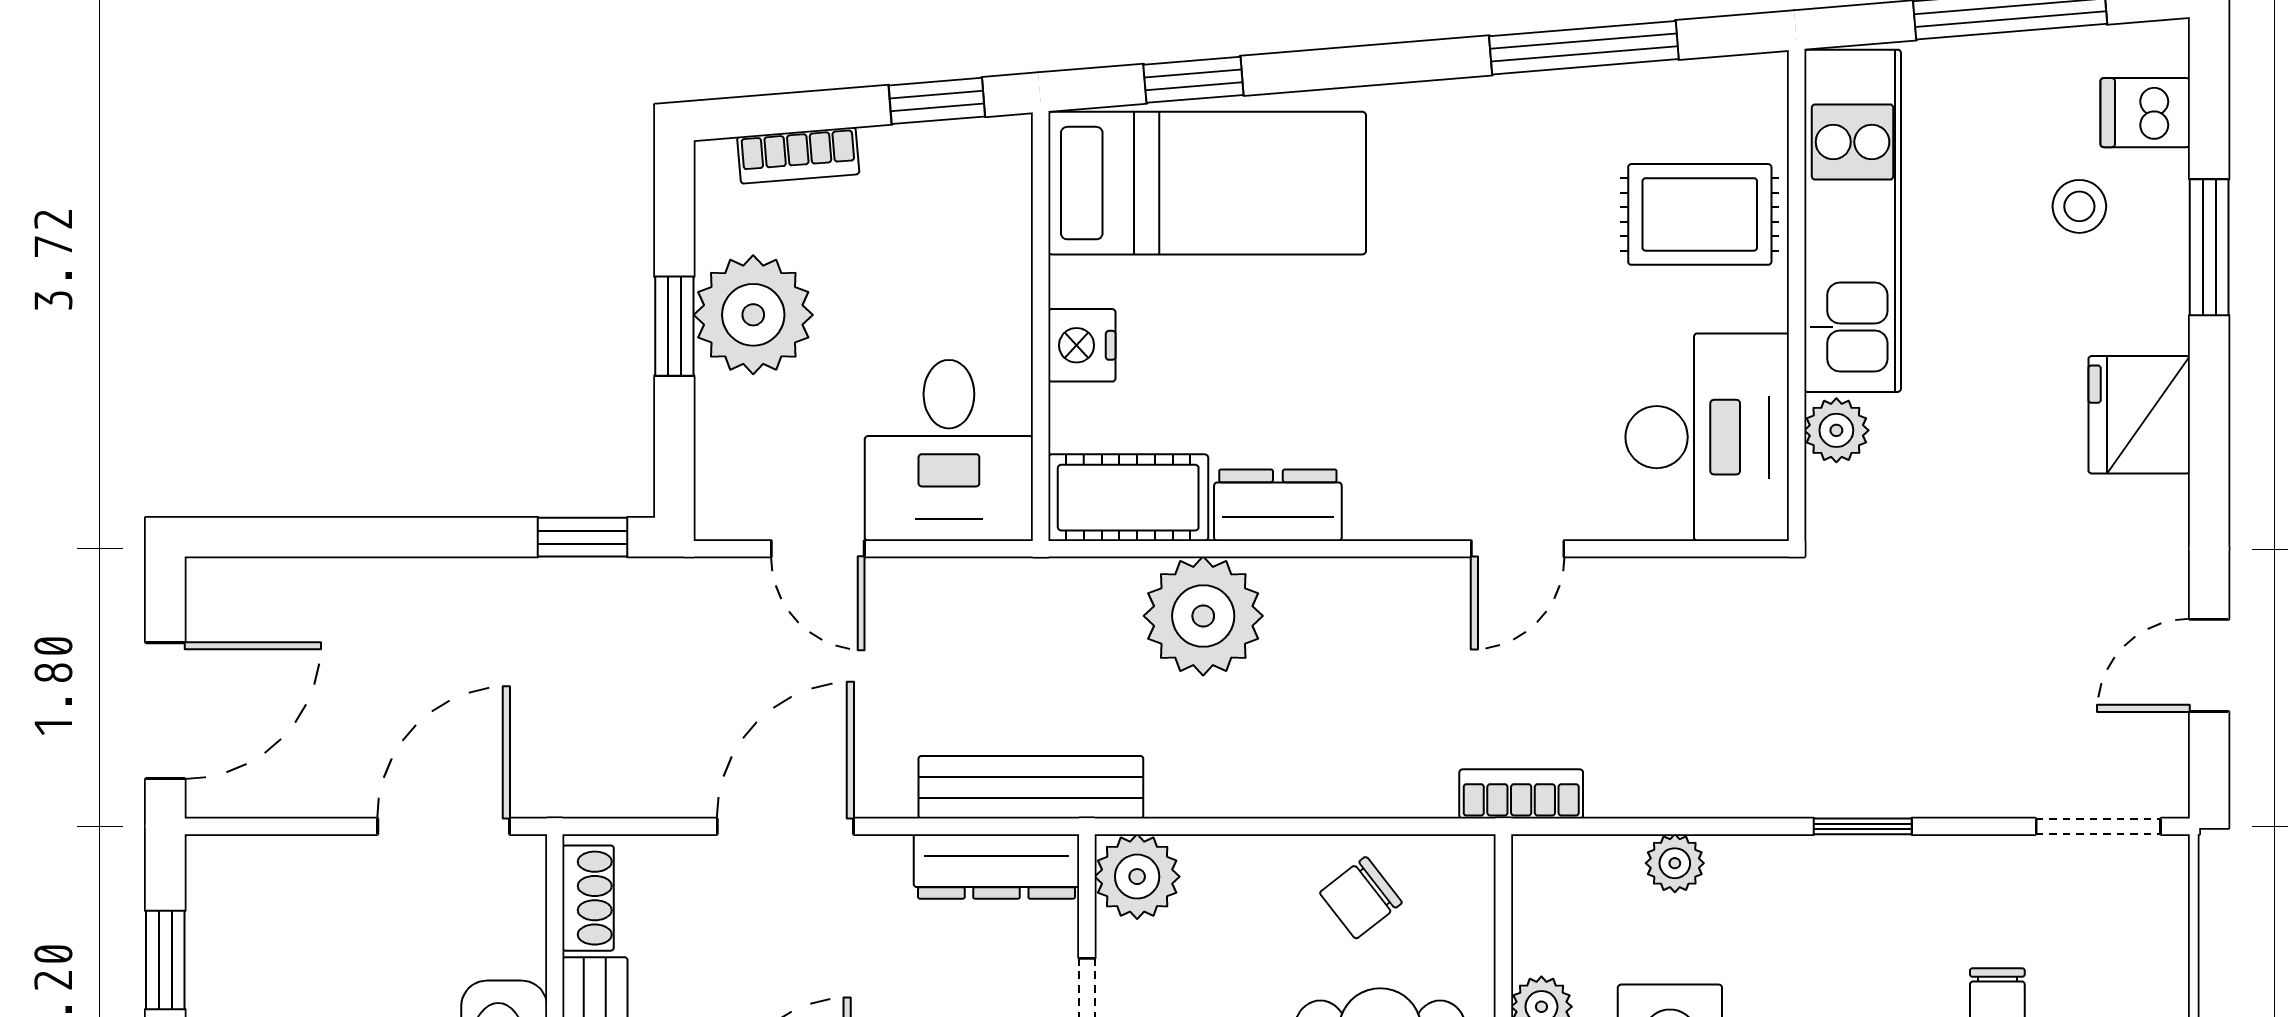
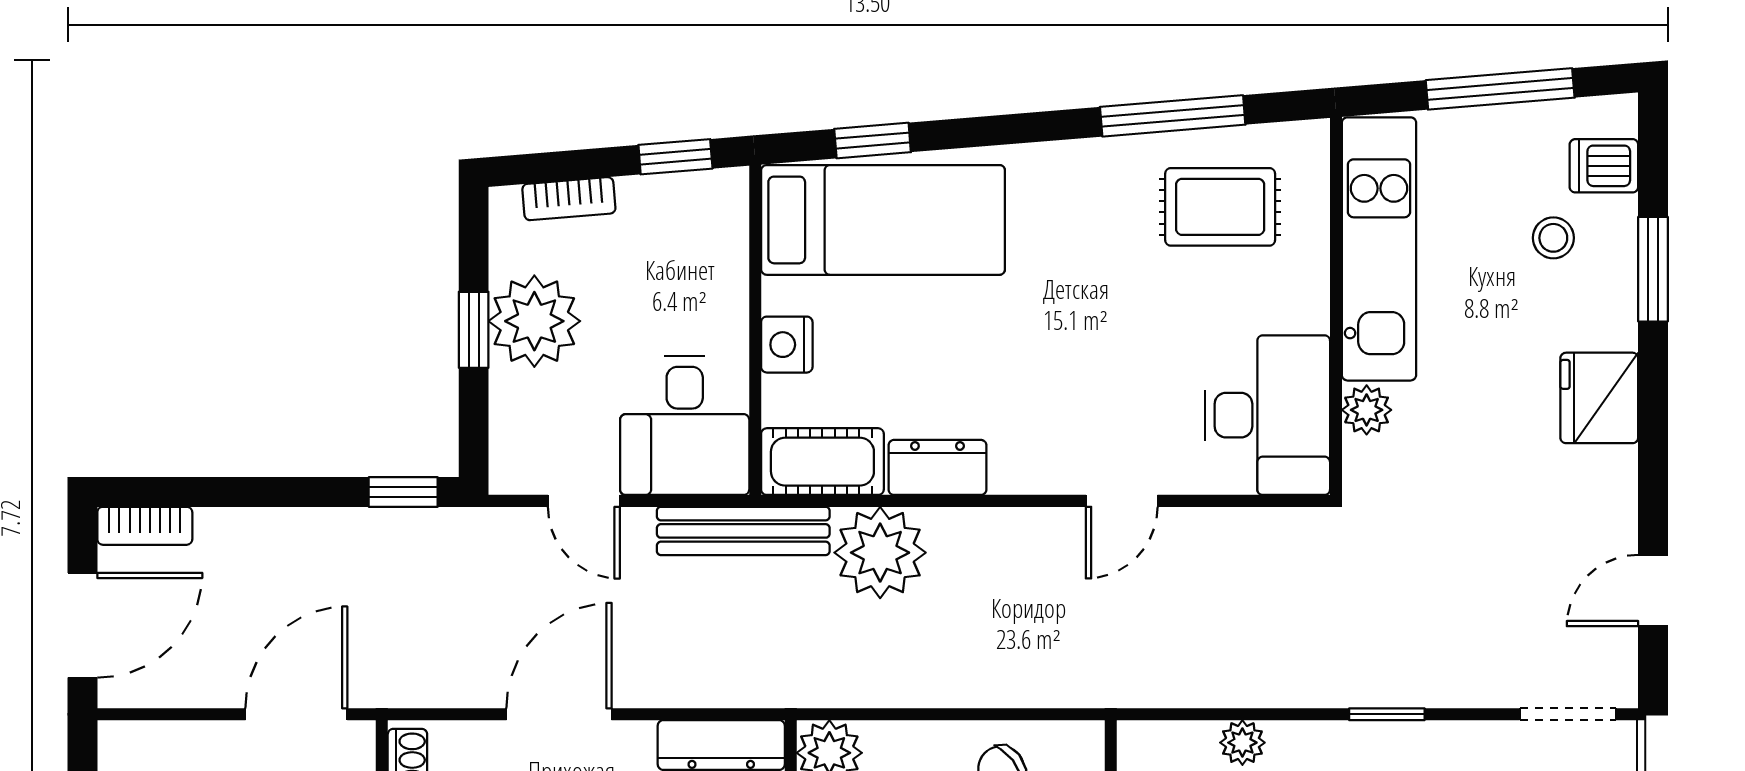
rug: (1700, 214) -> (1220, 207), moved
bench: (1031, 787) -> (743, 531), moved
bookcase: (1521, 794) -> (145, 526), moved, turned 180

